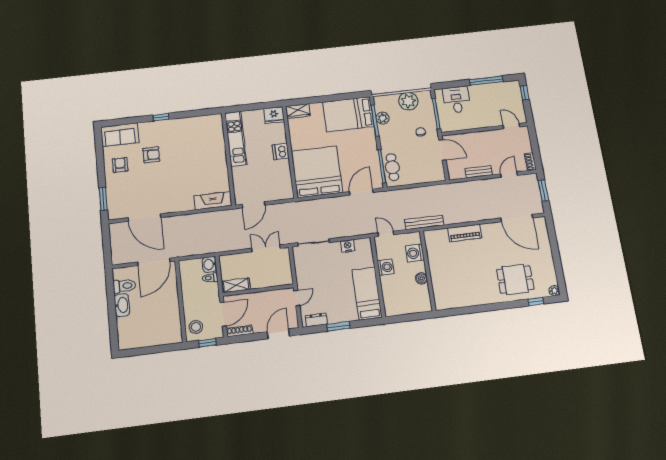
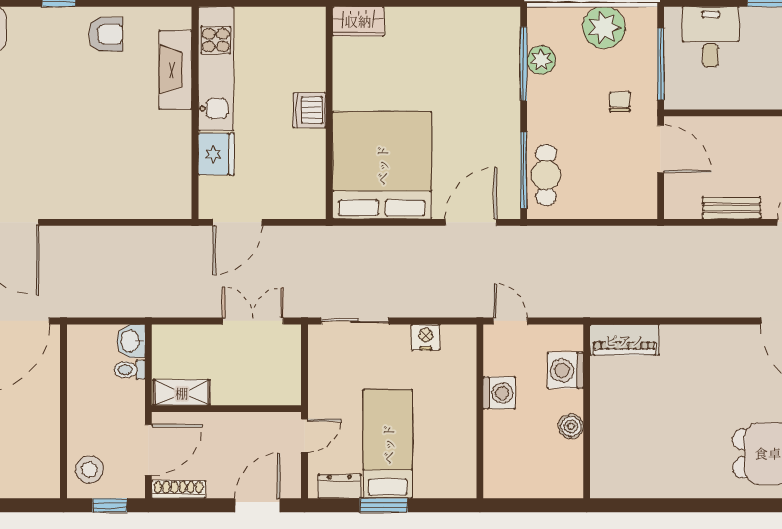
bed: (348, 114) -> (468, 42), removed
fridge: (274, 115) -> (216, 154), moved, turned -90
armchair: (151, 155) -> (106, 34), moved
fireplace: (213, 201) -> (175, 70), moved, turned -90
bench: (424, 222) -> (596, 306), removed
piano: (465, 233) -> (625, 340), moved
bed: (367, 294) -> (388, 444), moved

